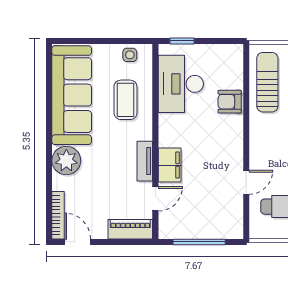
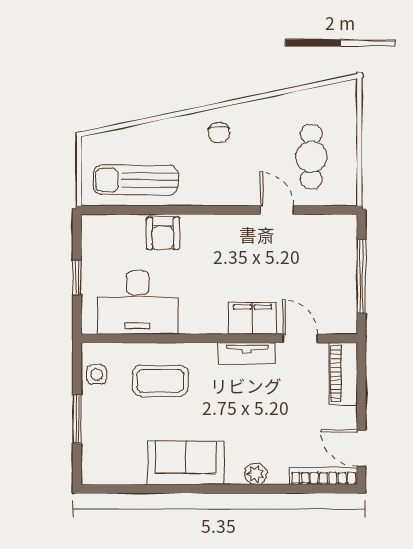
window: (98, 41) -> (77, 419), added
window: (182, 41) -> (77, 277), moved
sofa: (72, 95) -> (186, 463), width x0.54, depth x0.79
plant: (66, 161) -> (256, 474), width x0.53, depth x0.53
door: (78, 242) -> (361, 448), hinge flipped

